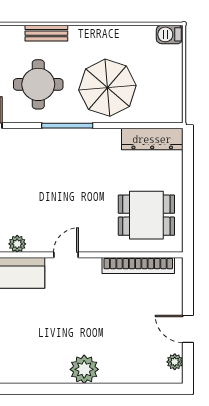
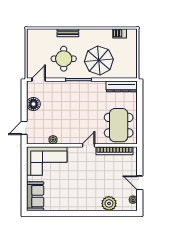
barbecue: (170, 34) -> (120, 33), moved
dining table: (146, 215) -> (119, 125), width x1.38
door: (66, 255) -> (88, 145), moved
plant: (84, 369) -> (109, 203), moved

